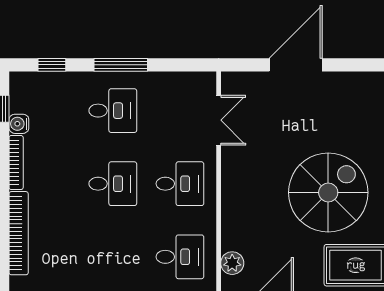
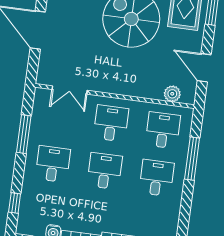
window: (121, 65) -> (24, 134), moved
double door: (219, 120) -> (70, 90), swing flipped
desk: (113, 257) -> (157, 178), added

